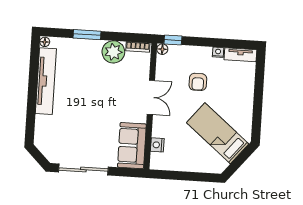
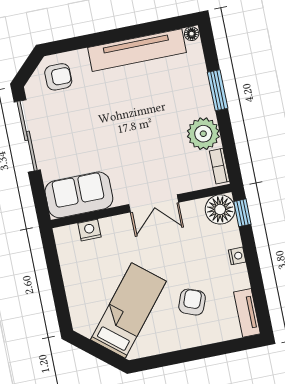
floor lamp: (162, 49) -> (220, 209), width x1.89, depth x1.89
nightstand: (218, 52) -> (237, 256), moved
armchair: (198, 82) -> (192, 302), moved, turned 111
armchair: (50, 138) -> (58, 77), added

